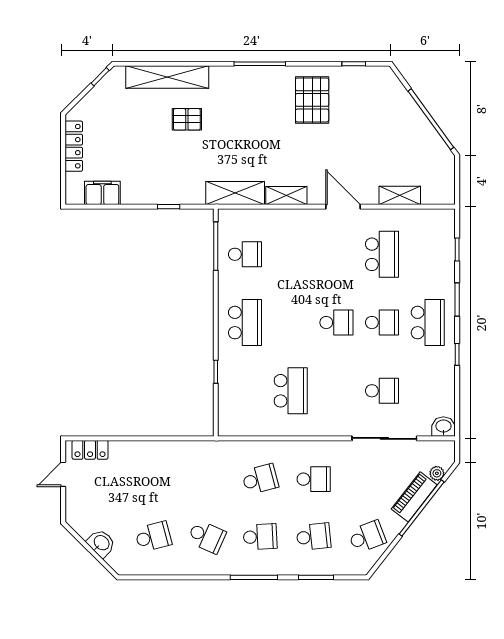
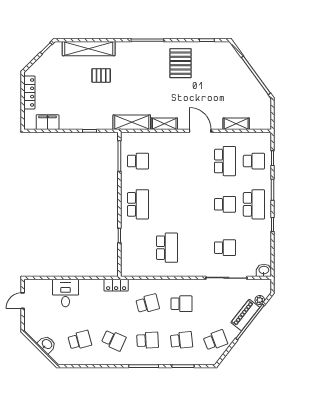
school desk: (336, 323) -> (254, 161), moved
locker: (90, 450) -> (116, 285), moved
desk: (131, 462) -> (65, 293), added

